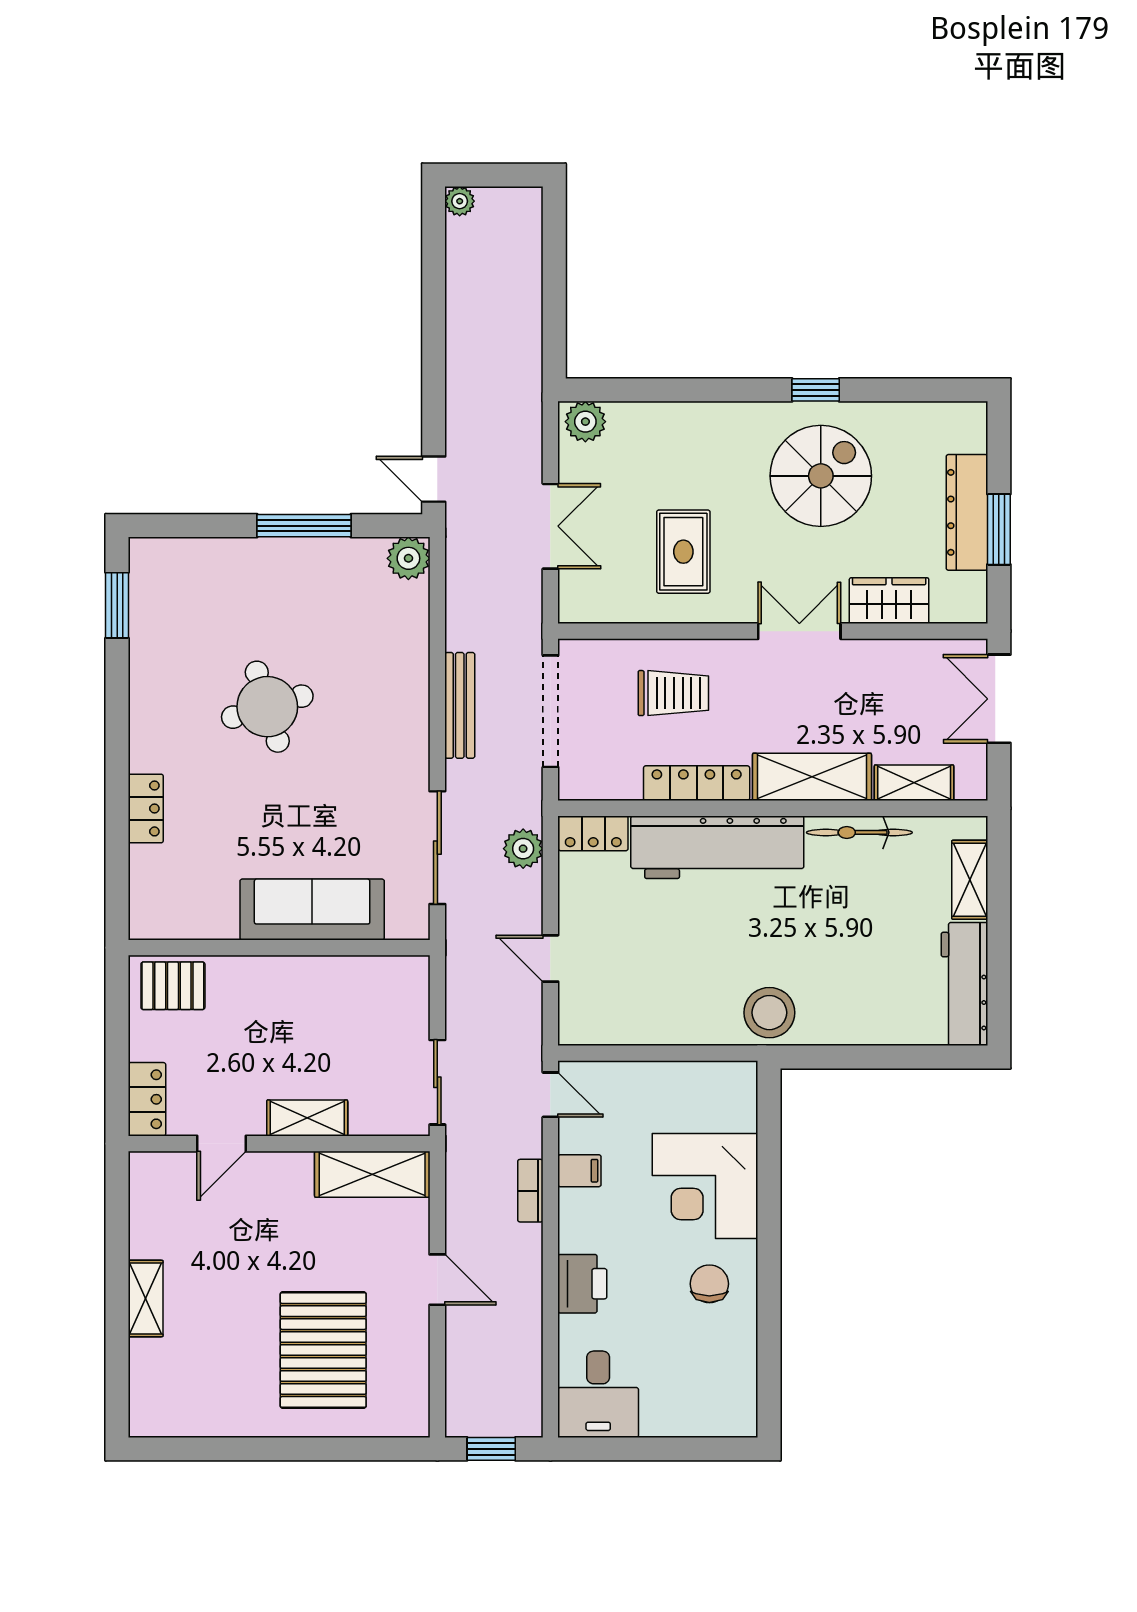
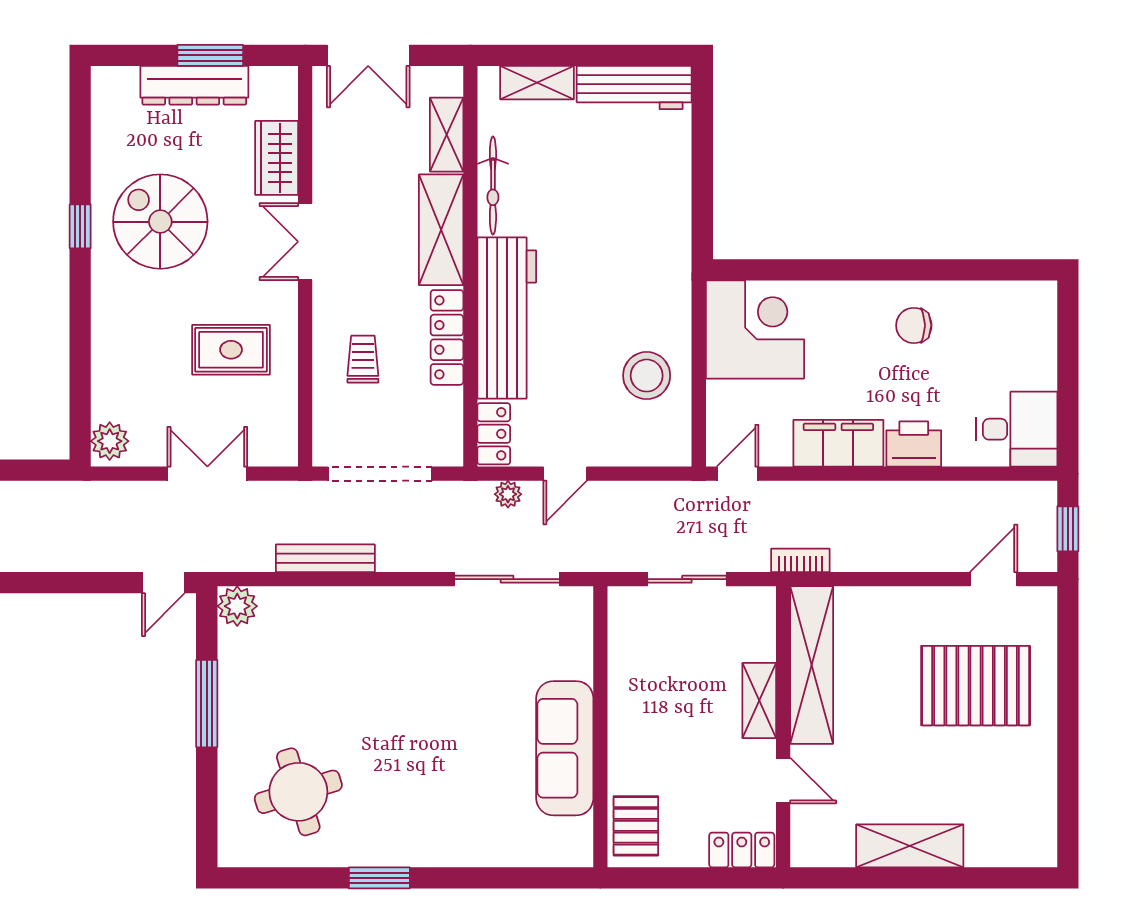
window: (117, 605) -> (379, 878), moved
trolley: (673, 693) -> (363, 359), width x0.73, depth x0.72
bench: (460, 705) -> (325, 558), moved
round table: (267, 707) -> (298, 792), moved
locker: (146, 808) -> (471, 851), removed
plant: (523, 849) -> (508, 494), width x0.73, depth x0.73
sofa: (312, 910) -> (565, 748), moved
door: (550, 958) -> (565, 474), moved
stool: (769, 1013) -> (647, 376), moved
sliding door: (437, 1082) -> (687, 579), moved
filing cabinet: (579, 1171) -> (838, 443), width x3.00, depth x1.17
shelving: (372, 1174) -> (812, 665), width x1.47
corner desk: (705, 1186) -> (755, 330), moved, turned -90
bookcase: (530, 1191) -> (800, 560), moved, turned 180
door: (437, 1280) -> (994, 579), moved
shelving: (146, 1298) -> (910, 846), width x1.50, depth x1.33

